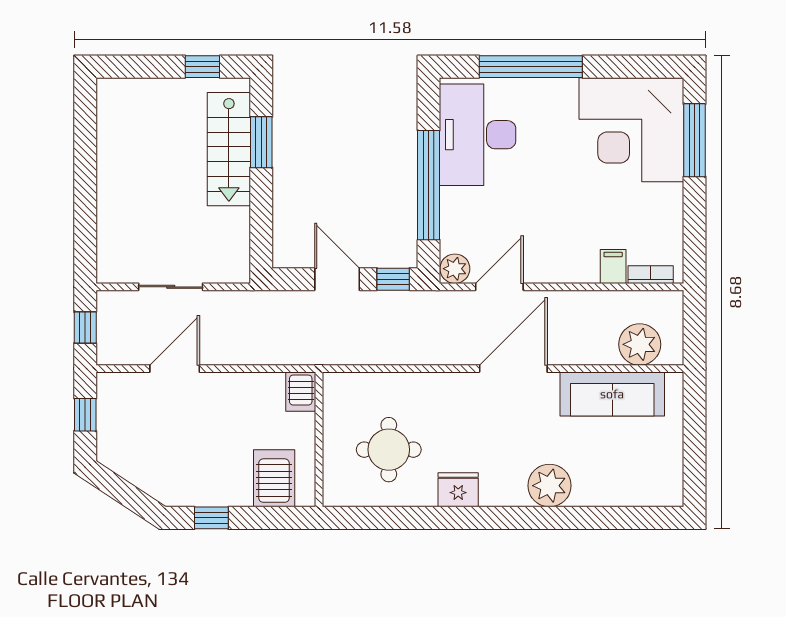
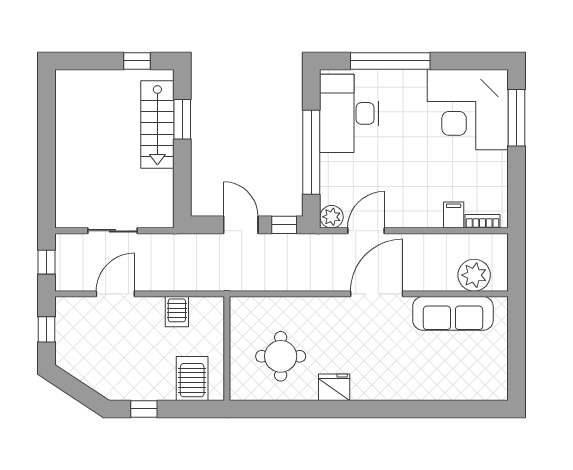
server rack: (301, 392) -> (177, 312), moved
plant: (549, 486) -> (405, 384), removed

